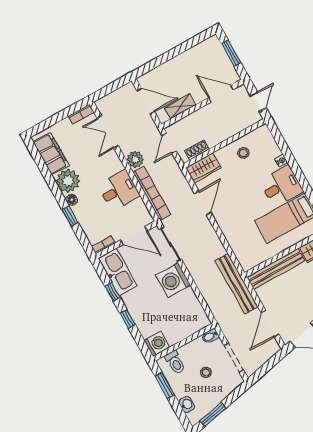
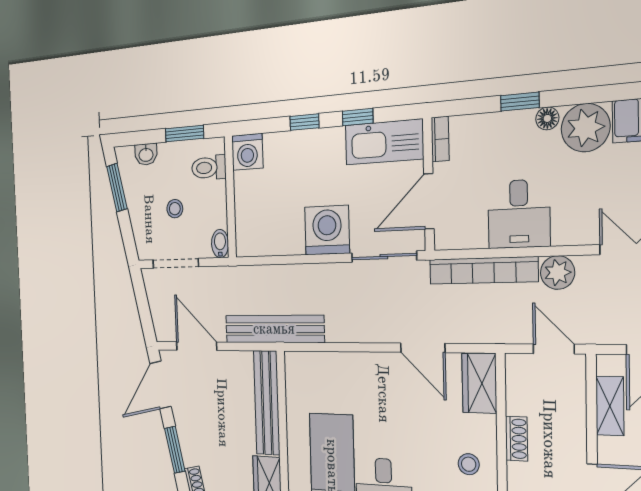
shoe rack: (197, 150) -> (516, 439), moved

